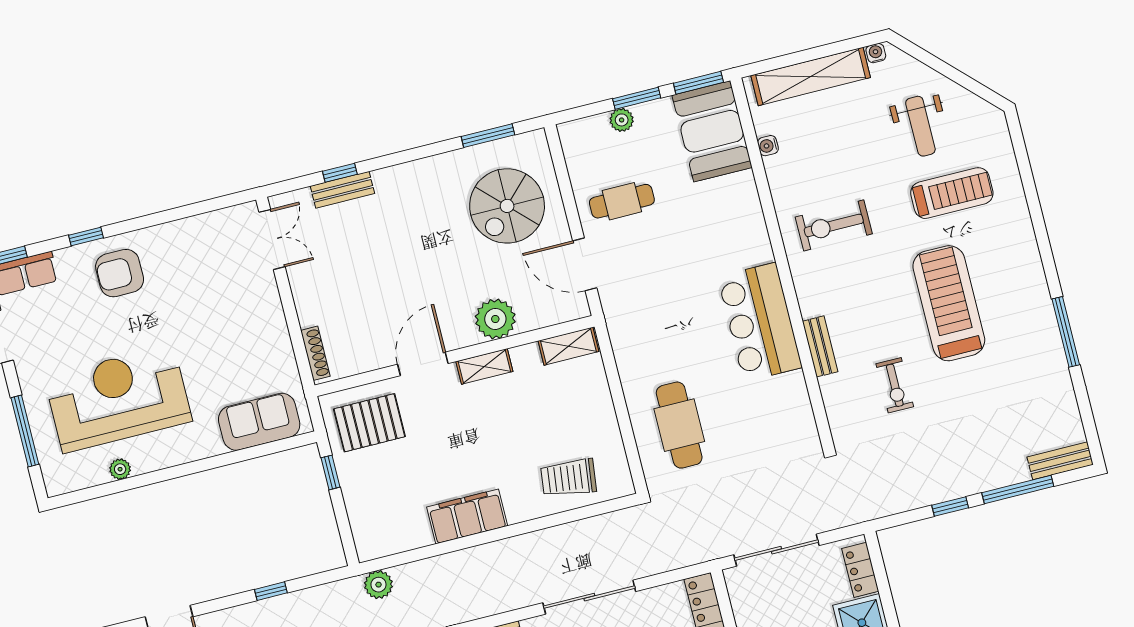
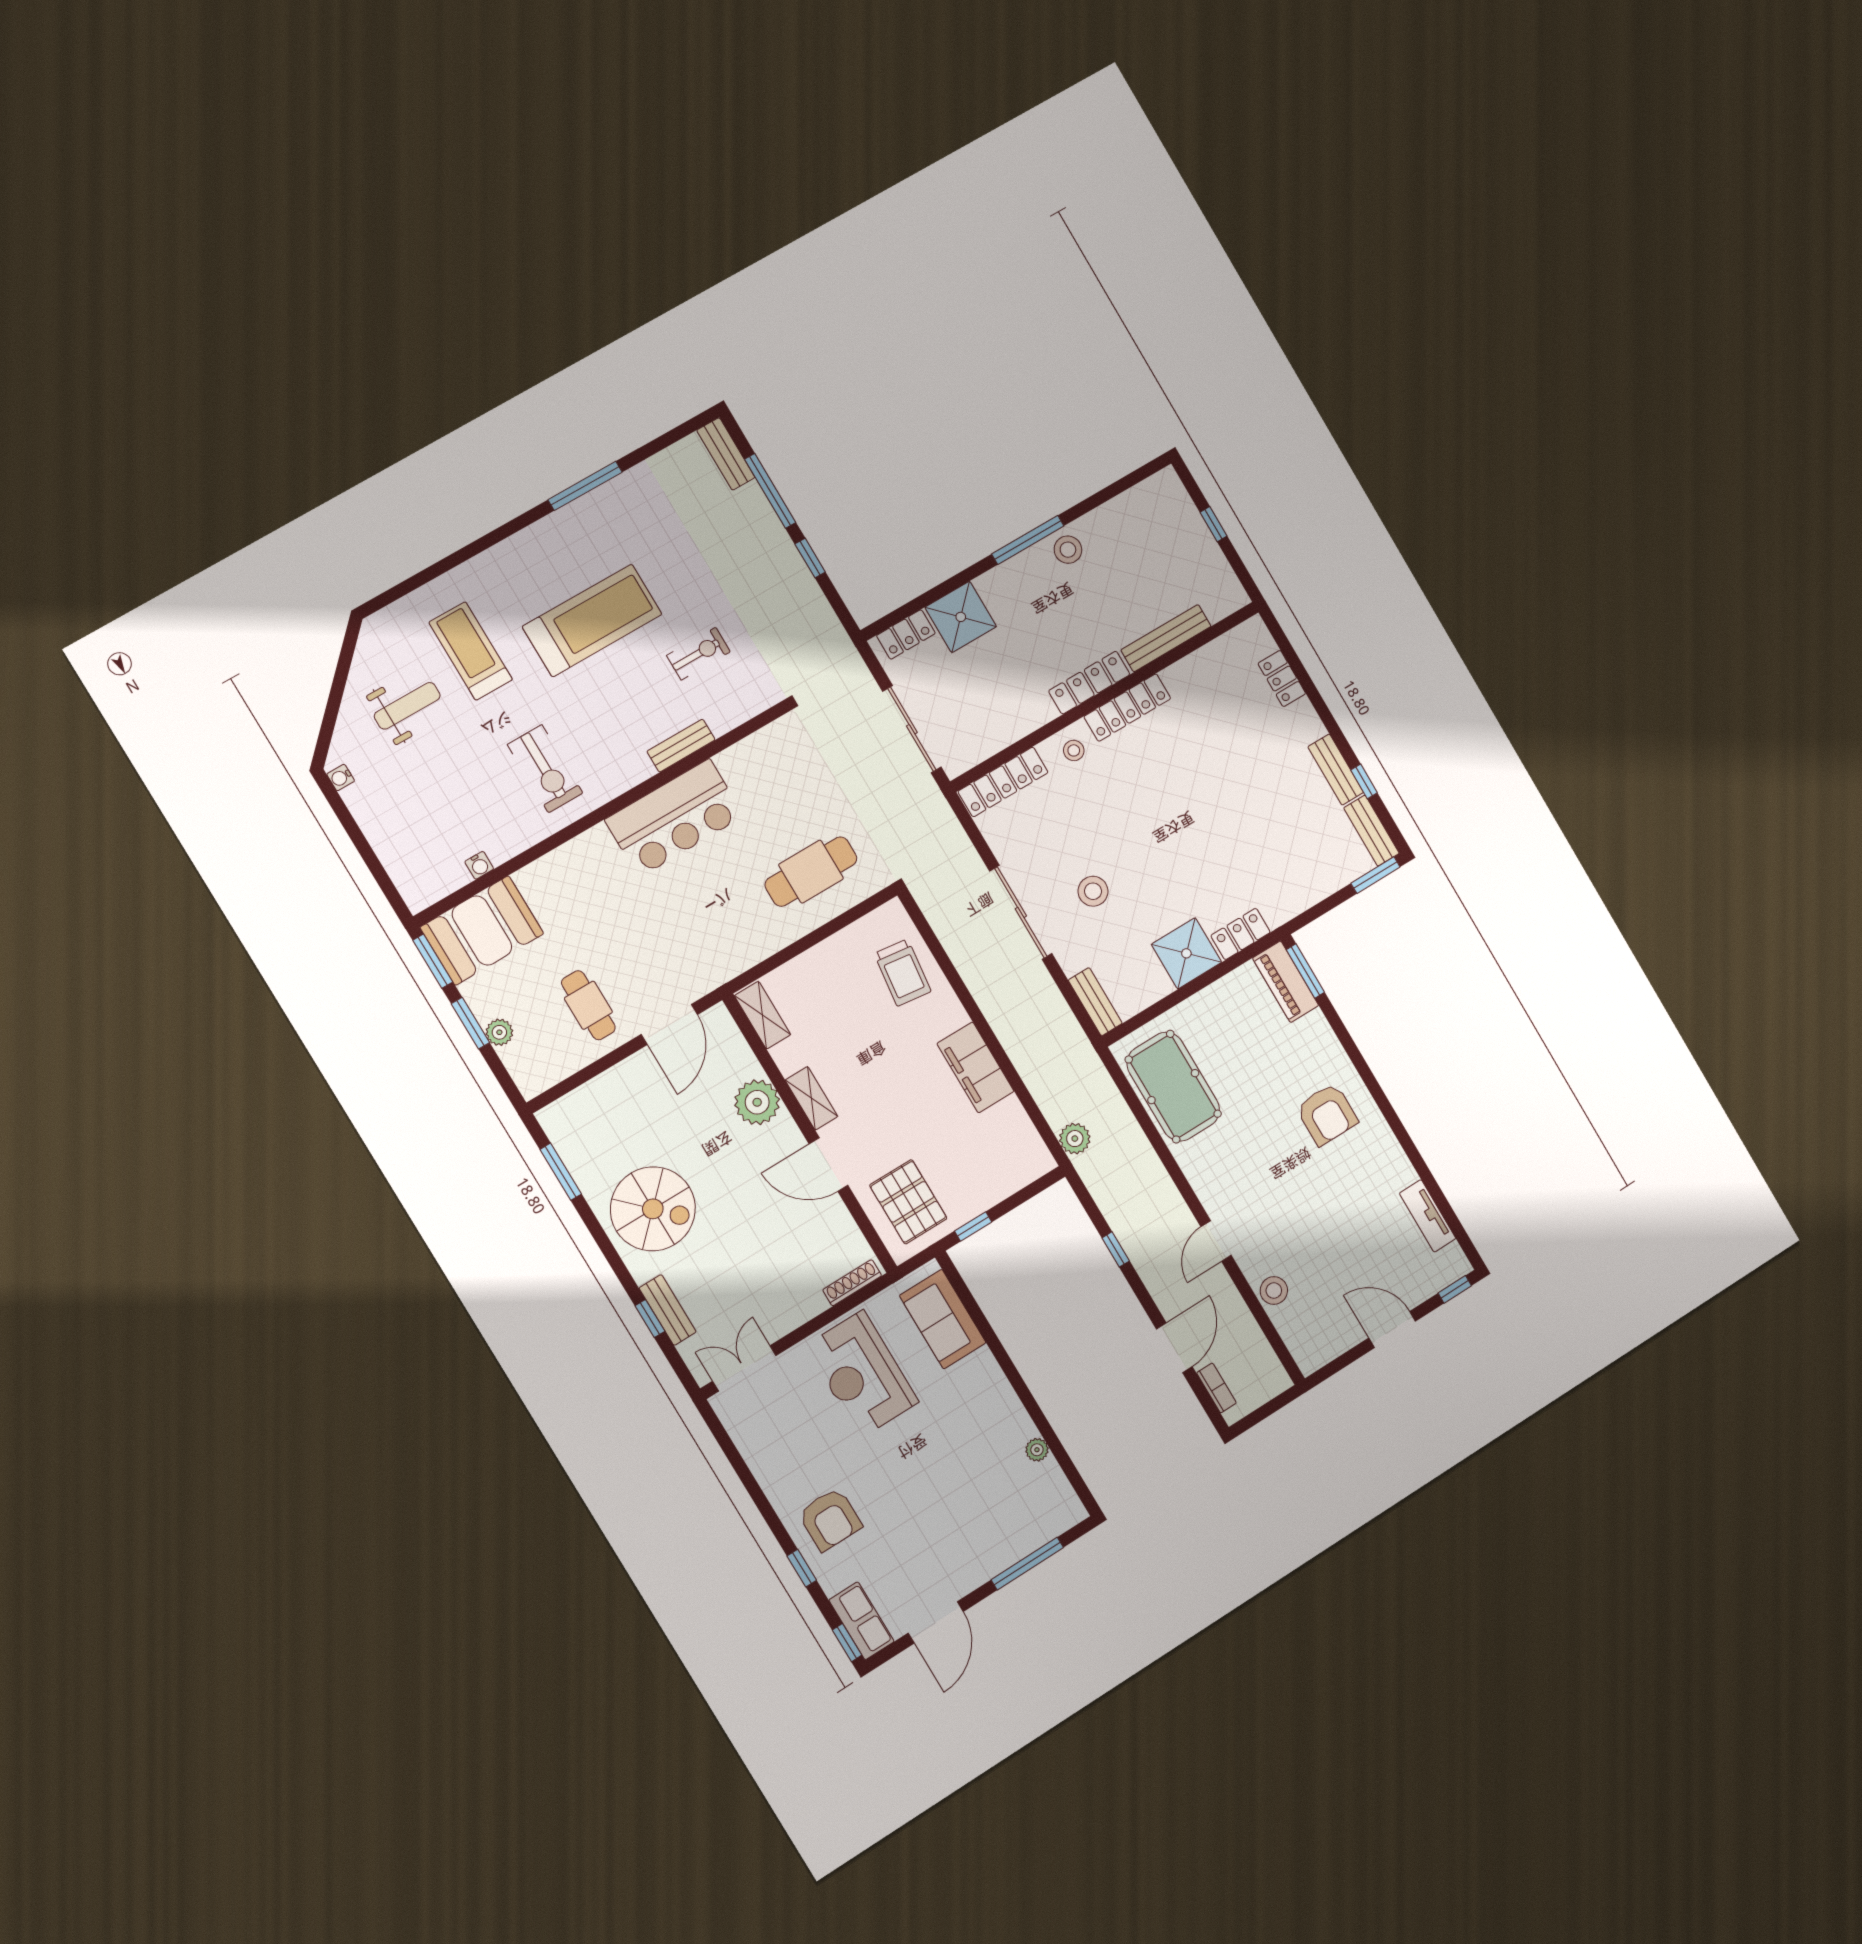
shelving: (811, 76) -> (388, 841), removed
spiral stairs: (507, 206) -> (653, 1209), moved
treadmill: (949, 303) -> (592, 620), turned 180
reception desk: (118, 399) -> (862, 1374), moved, width x0.74, depth x0.77

